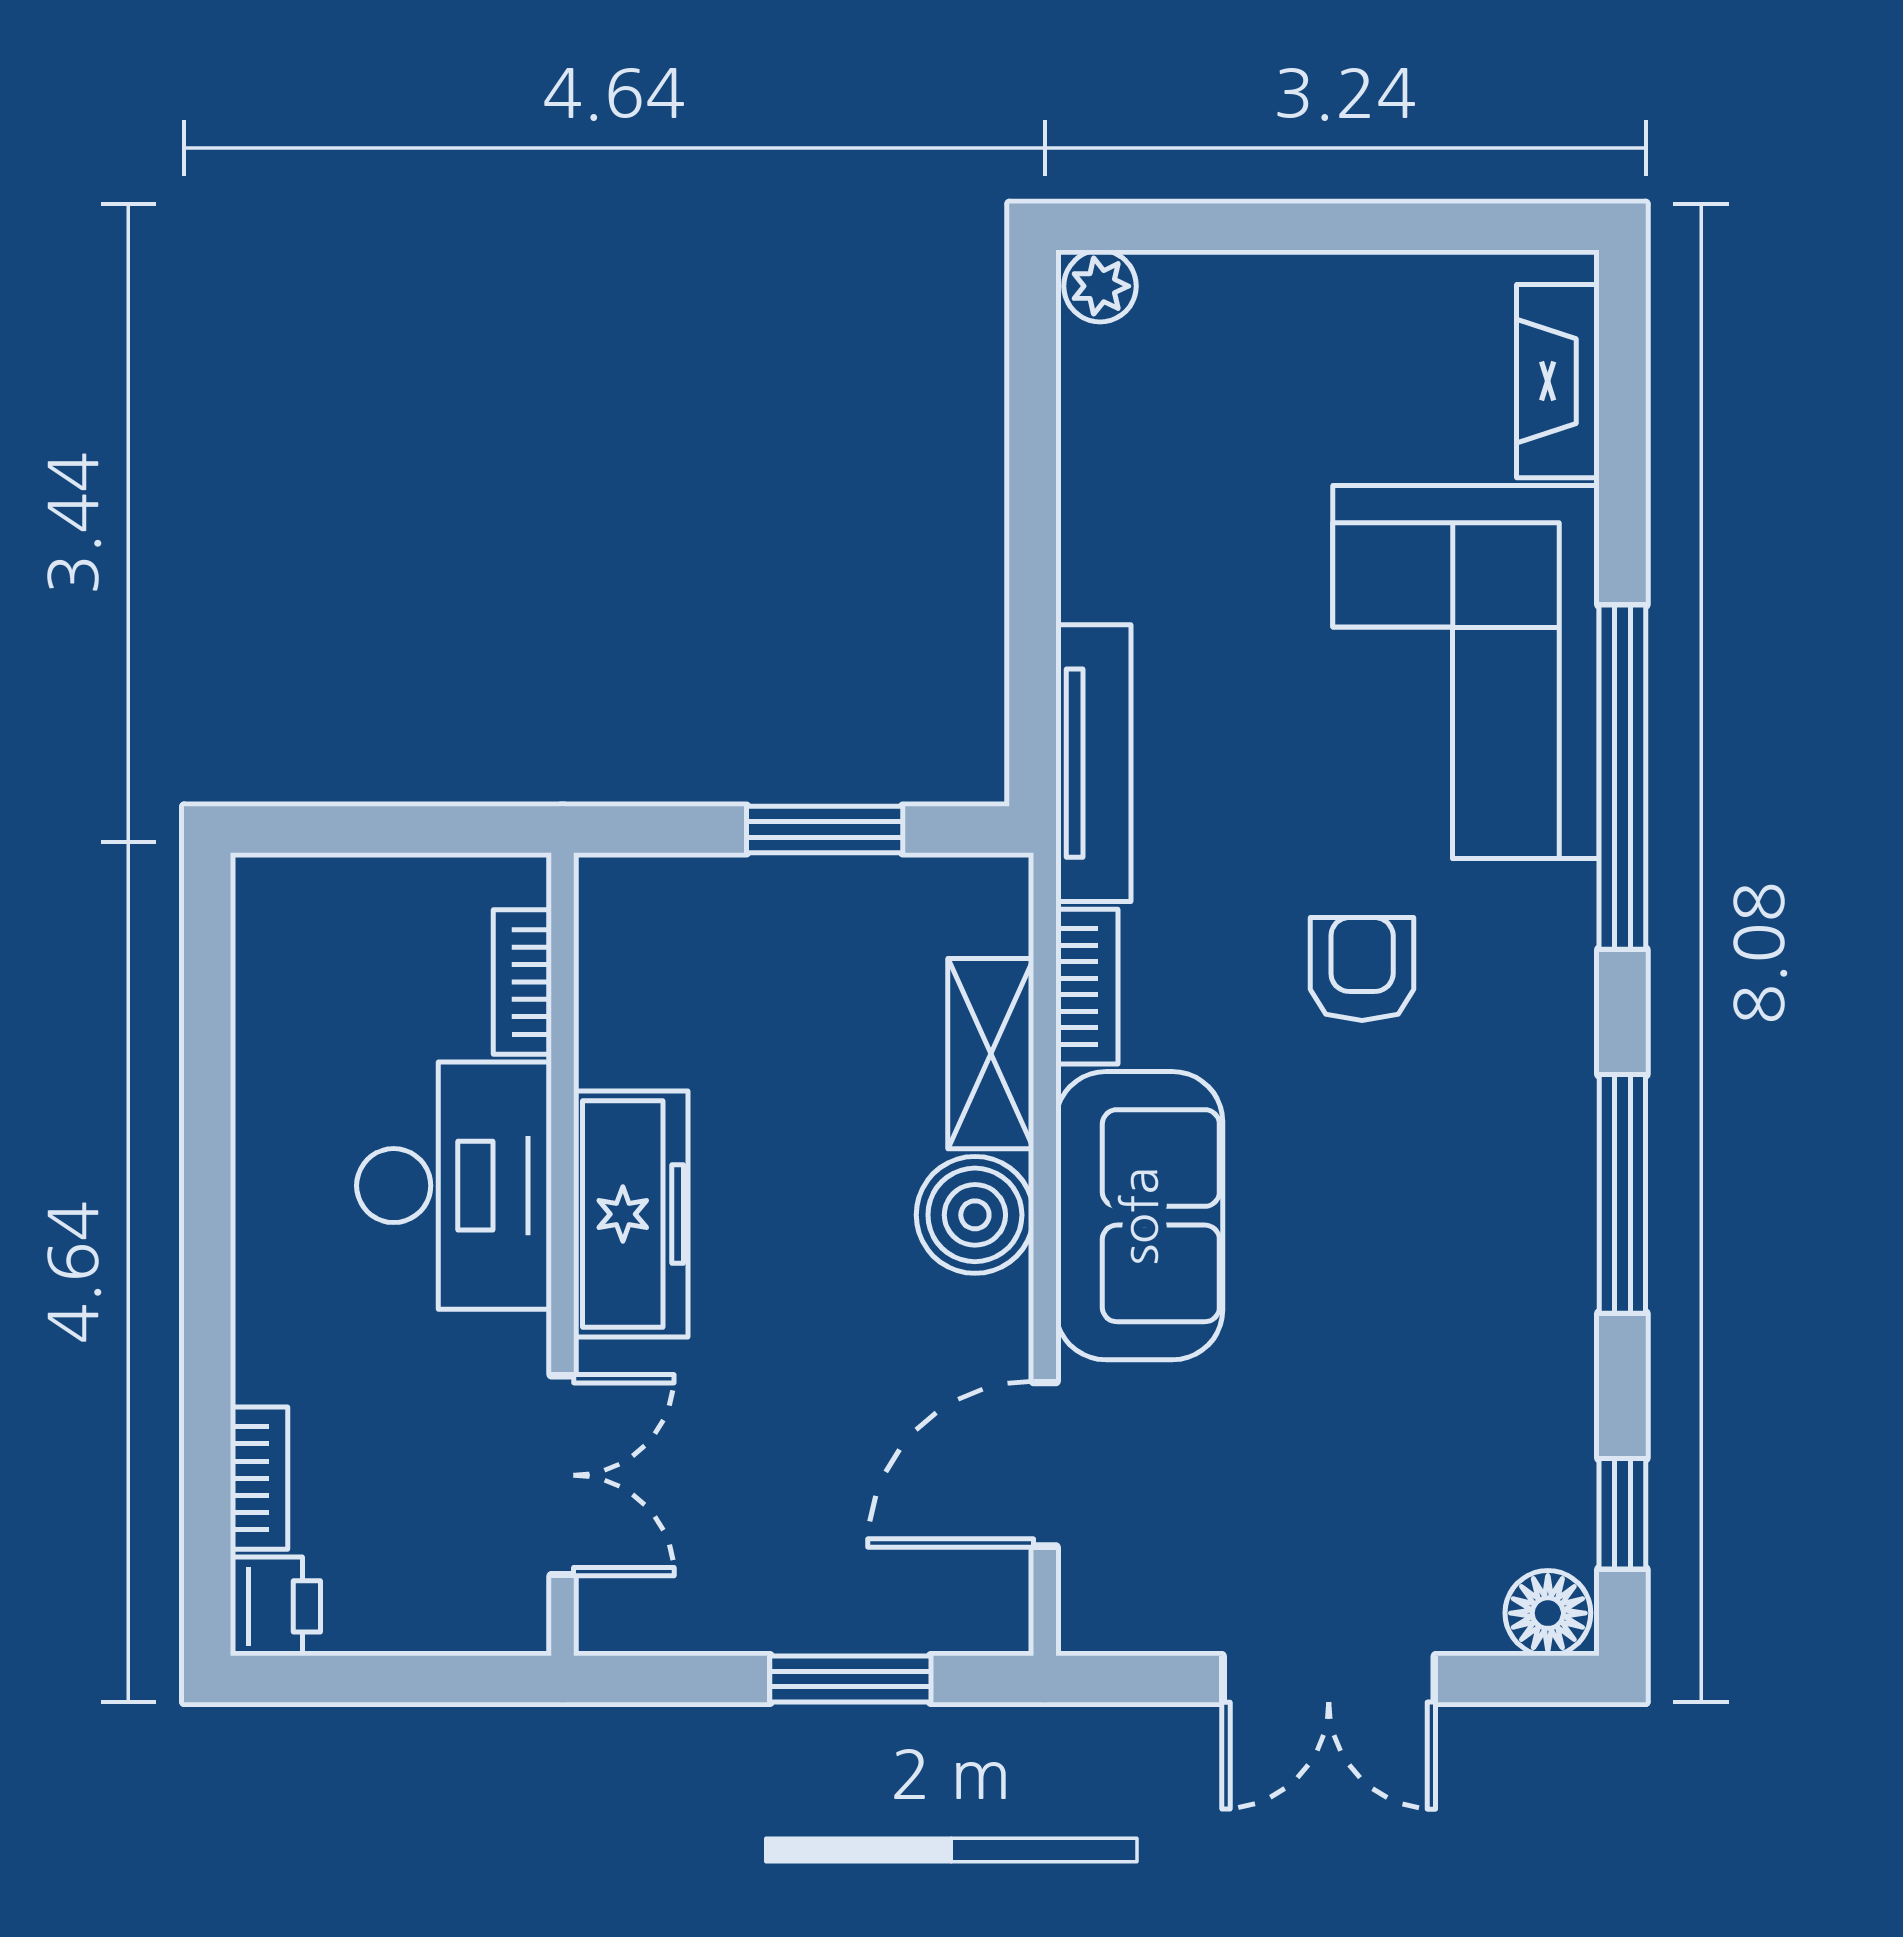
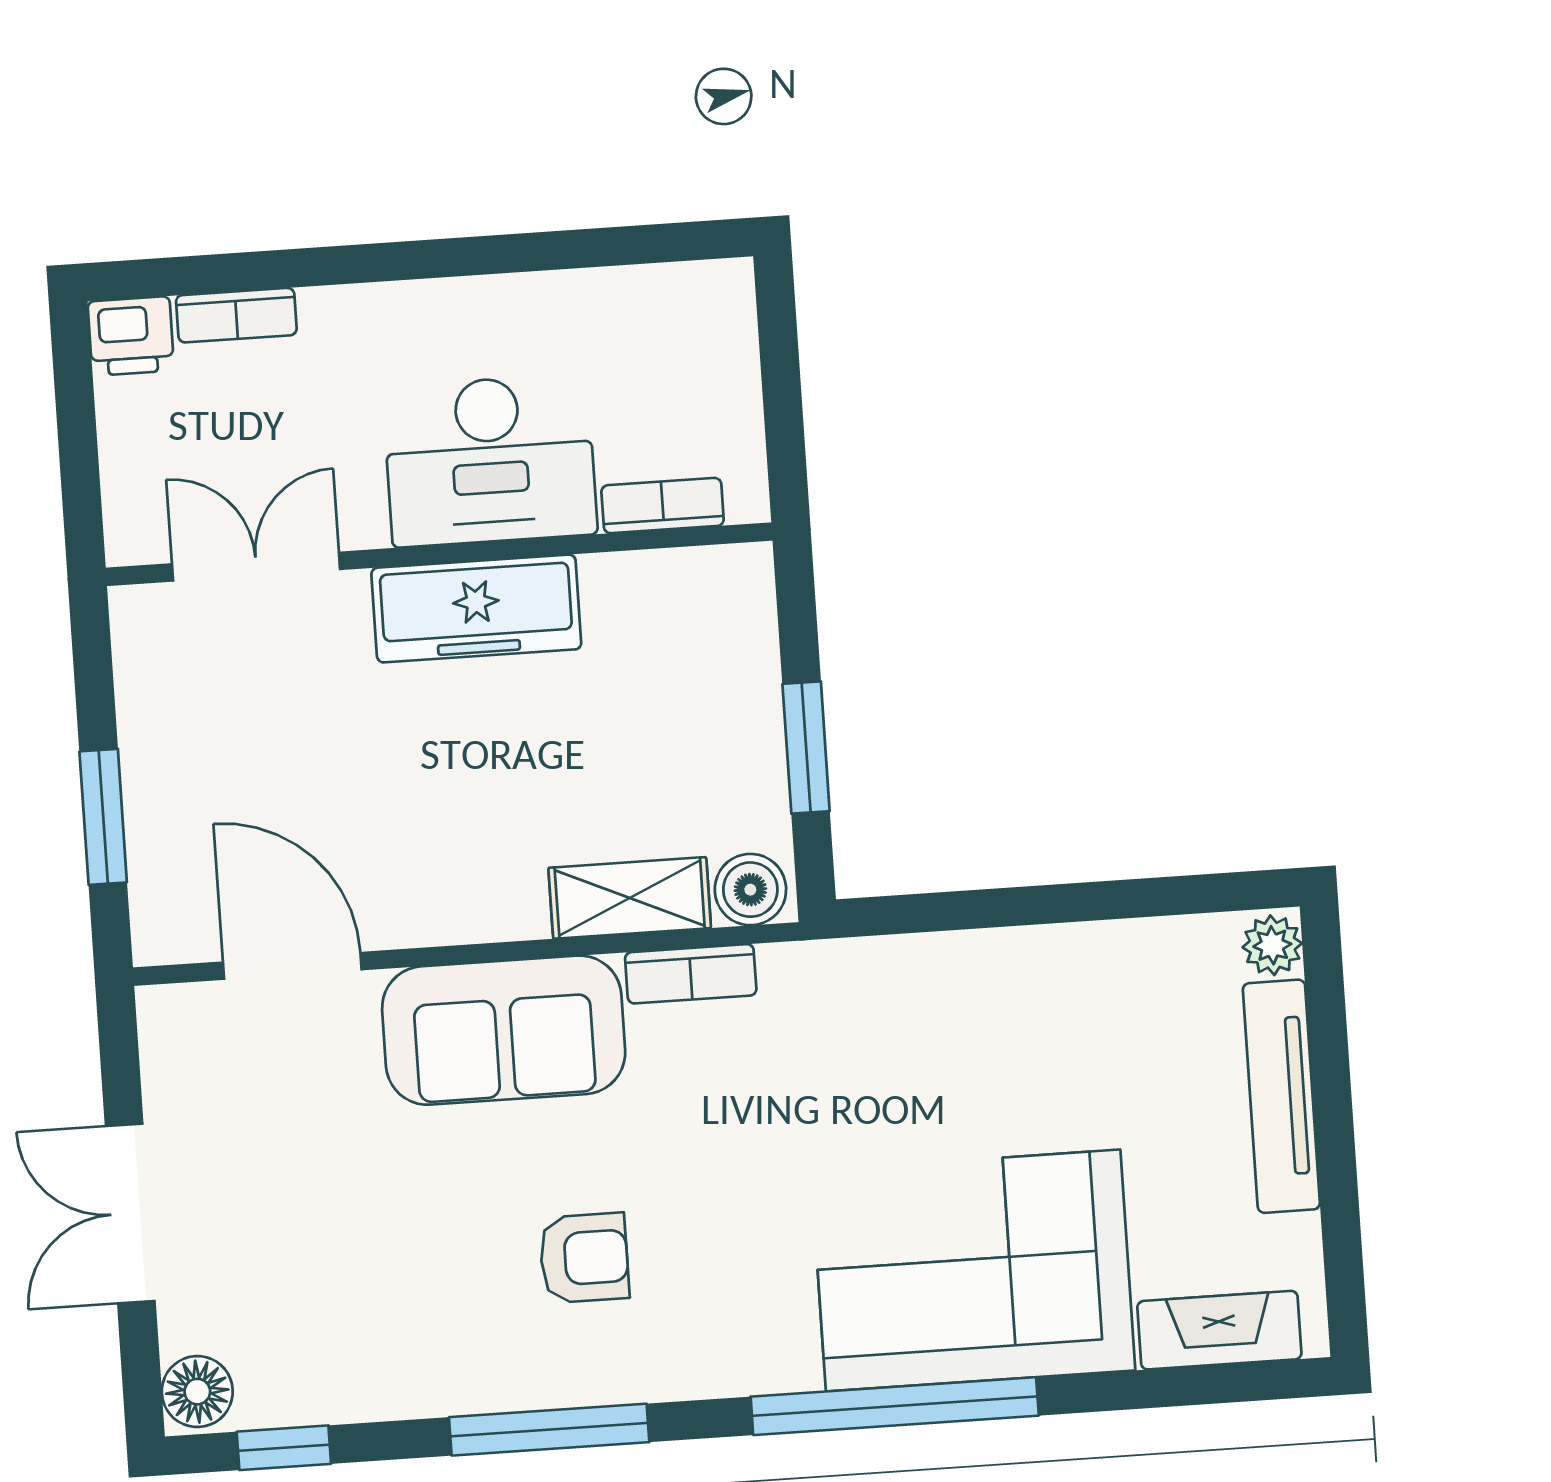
tv unit: (1093, 763) -> (1281, 1096), moved, turned 90
armchair: (1362, 969) -> (584, 1258), moved
boiler: (975, 1215) -> (750, 890), moved, width x0.73, depth x0.73
double door: (562, 1475) -> (256, 567), swing flipped

